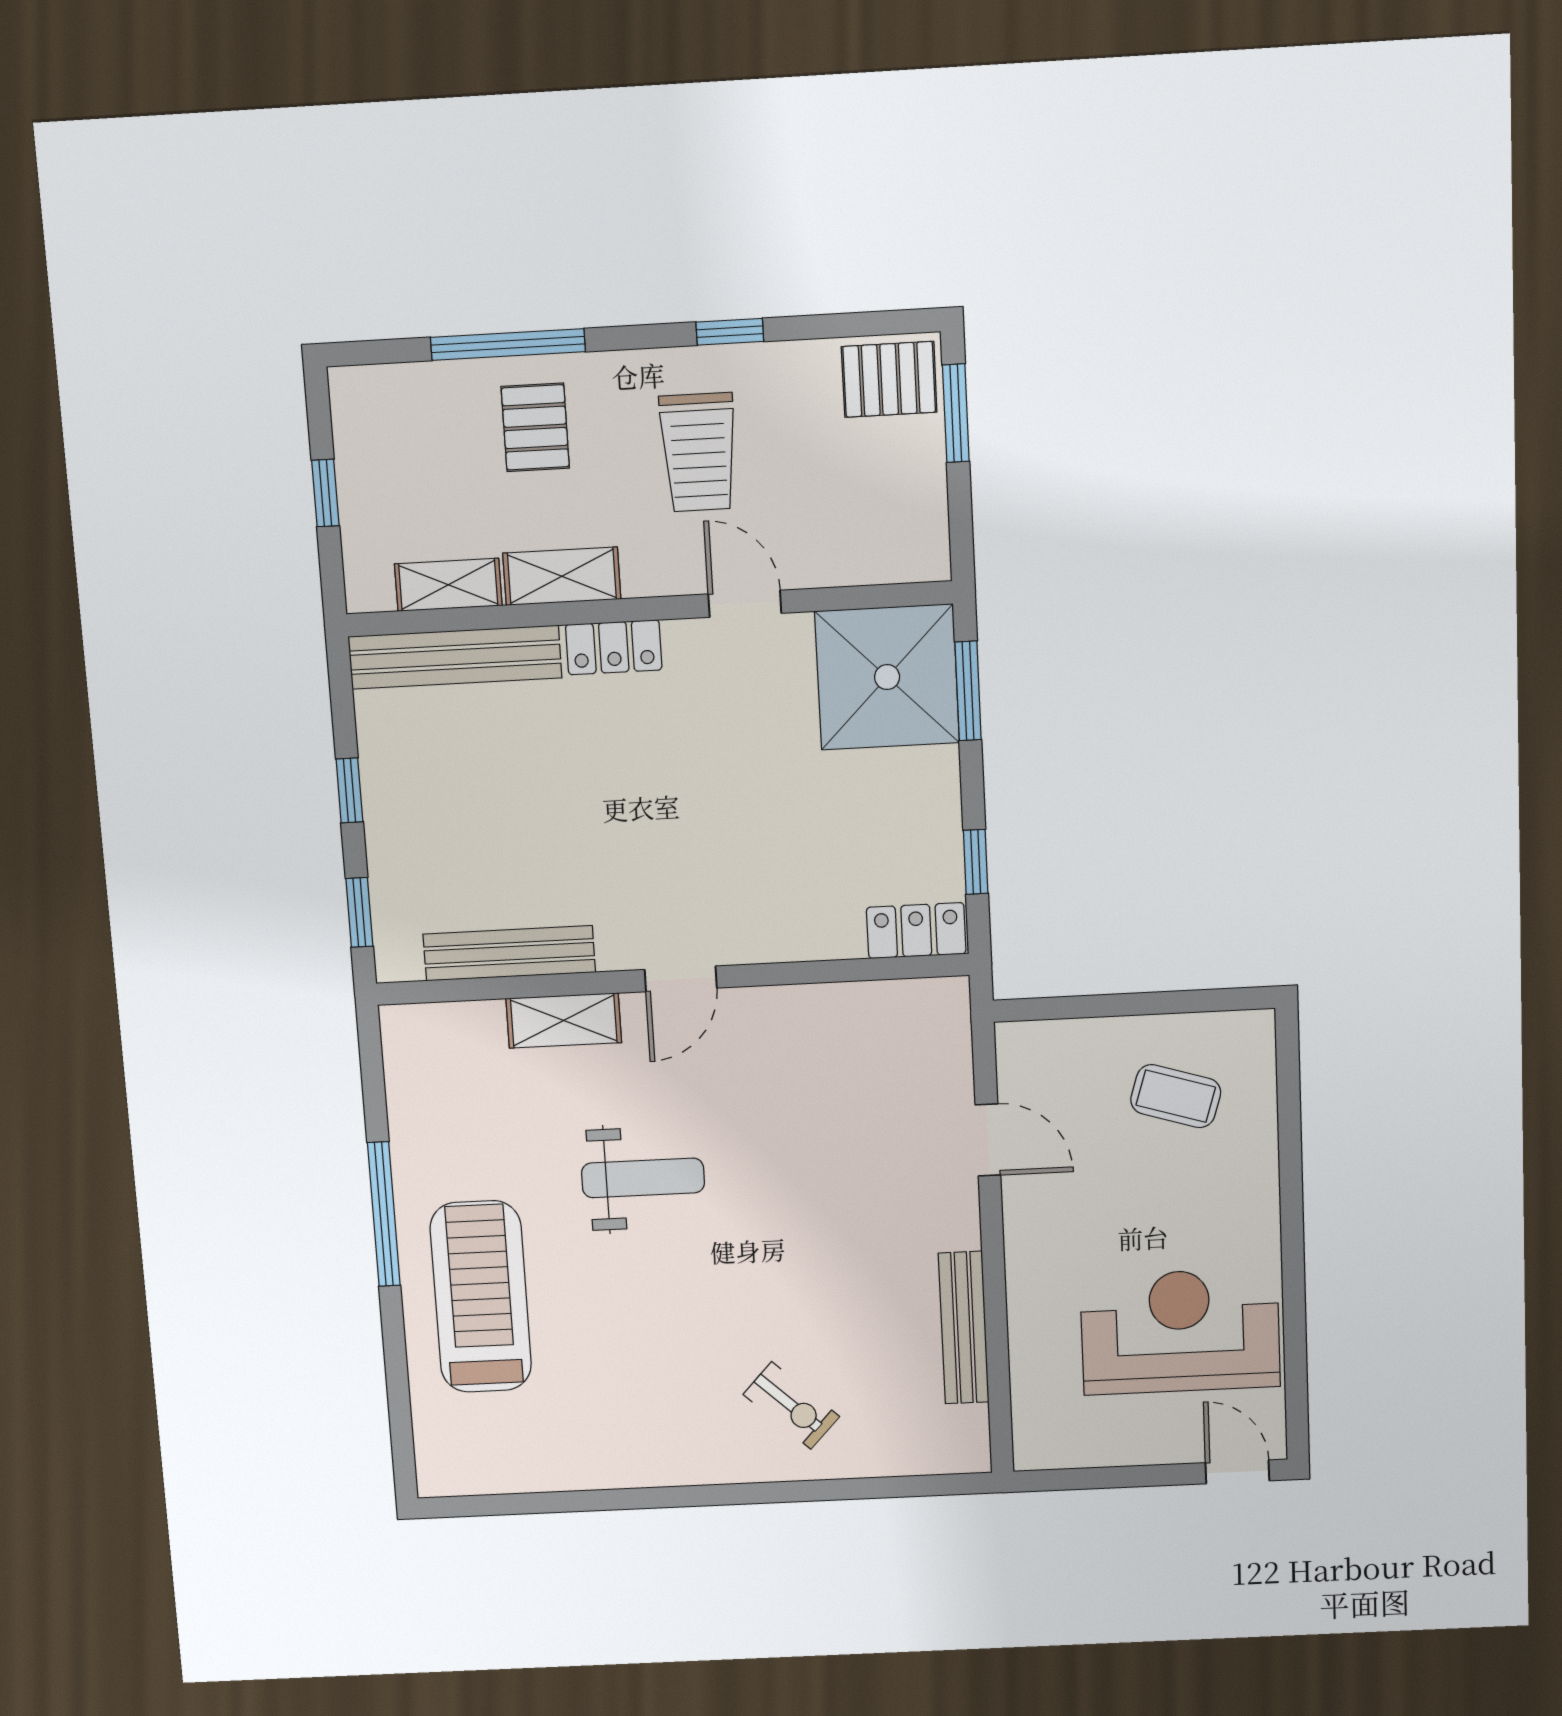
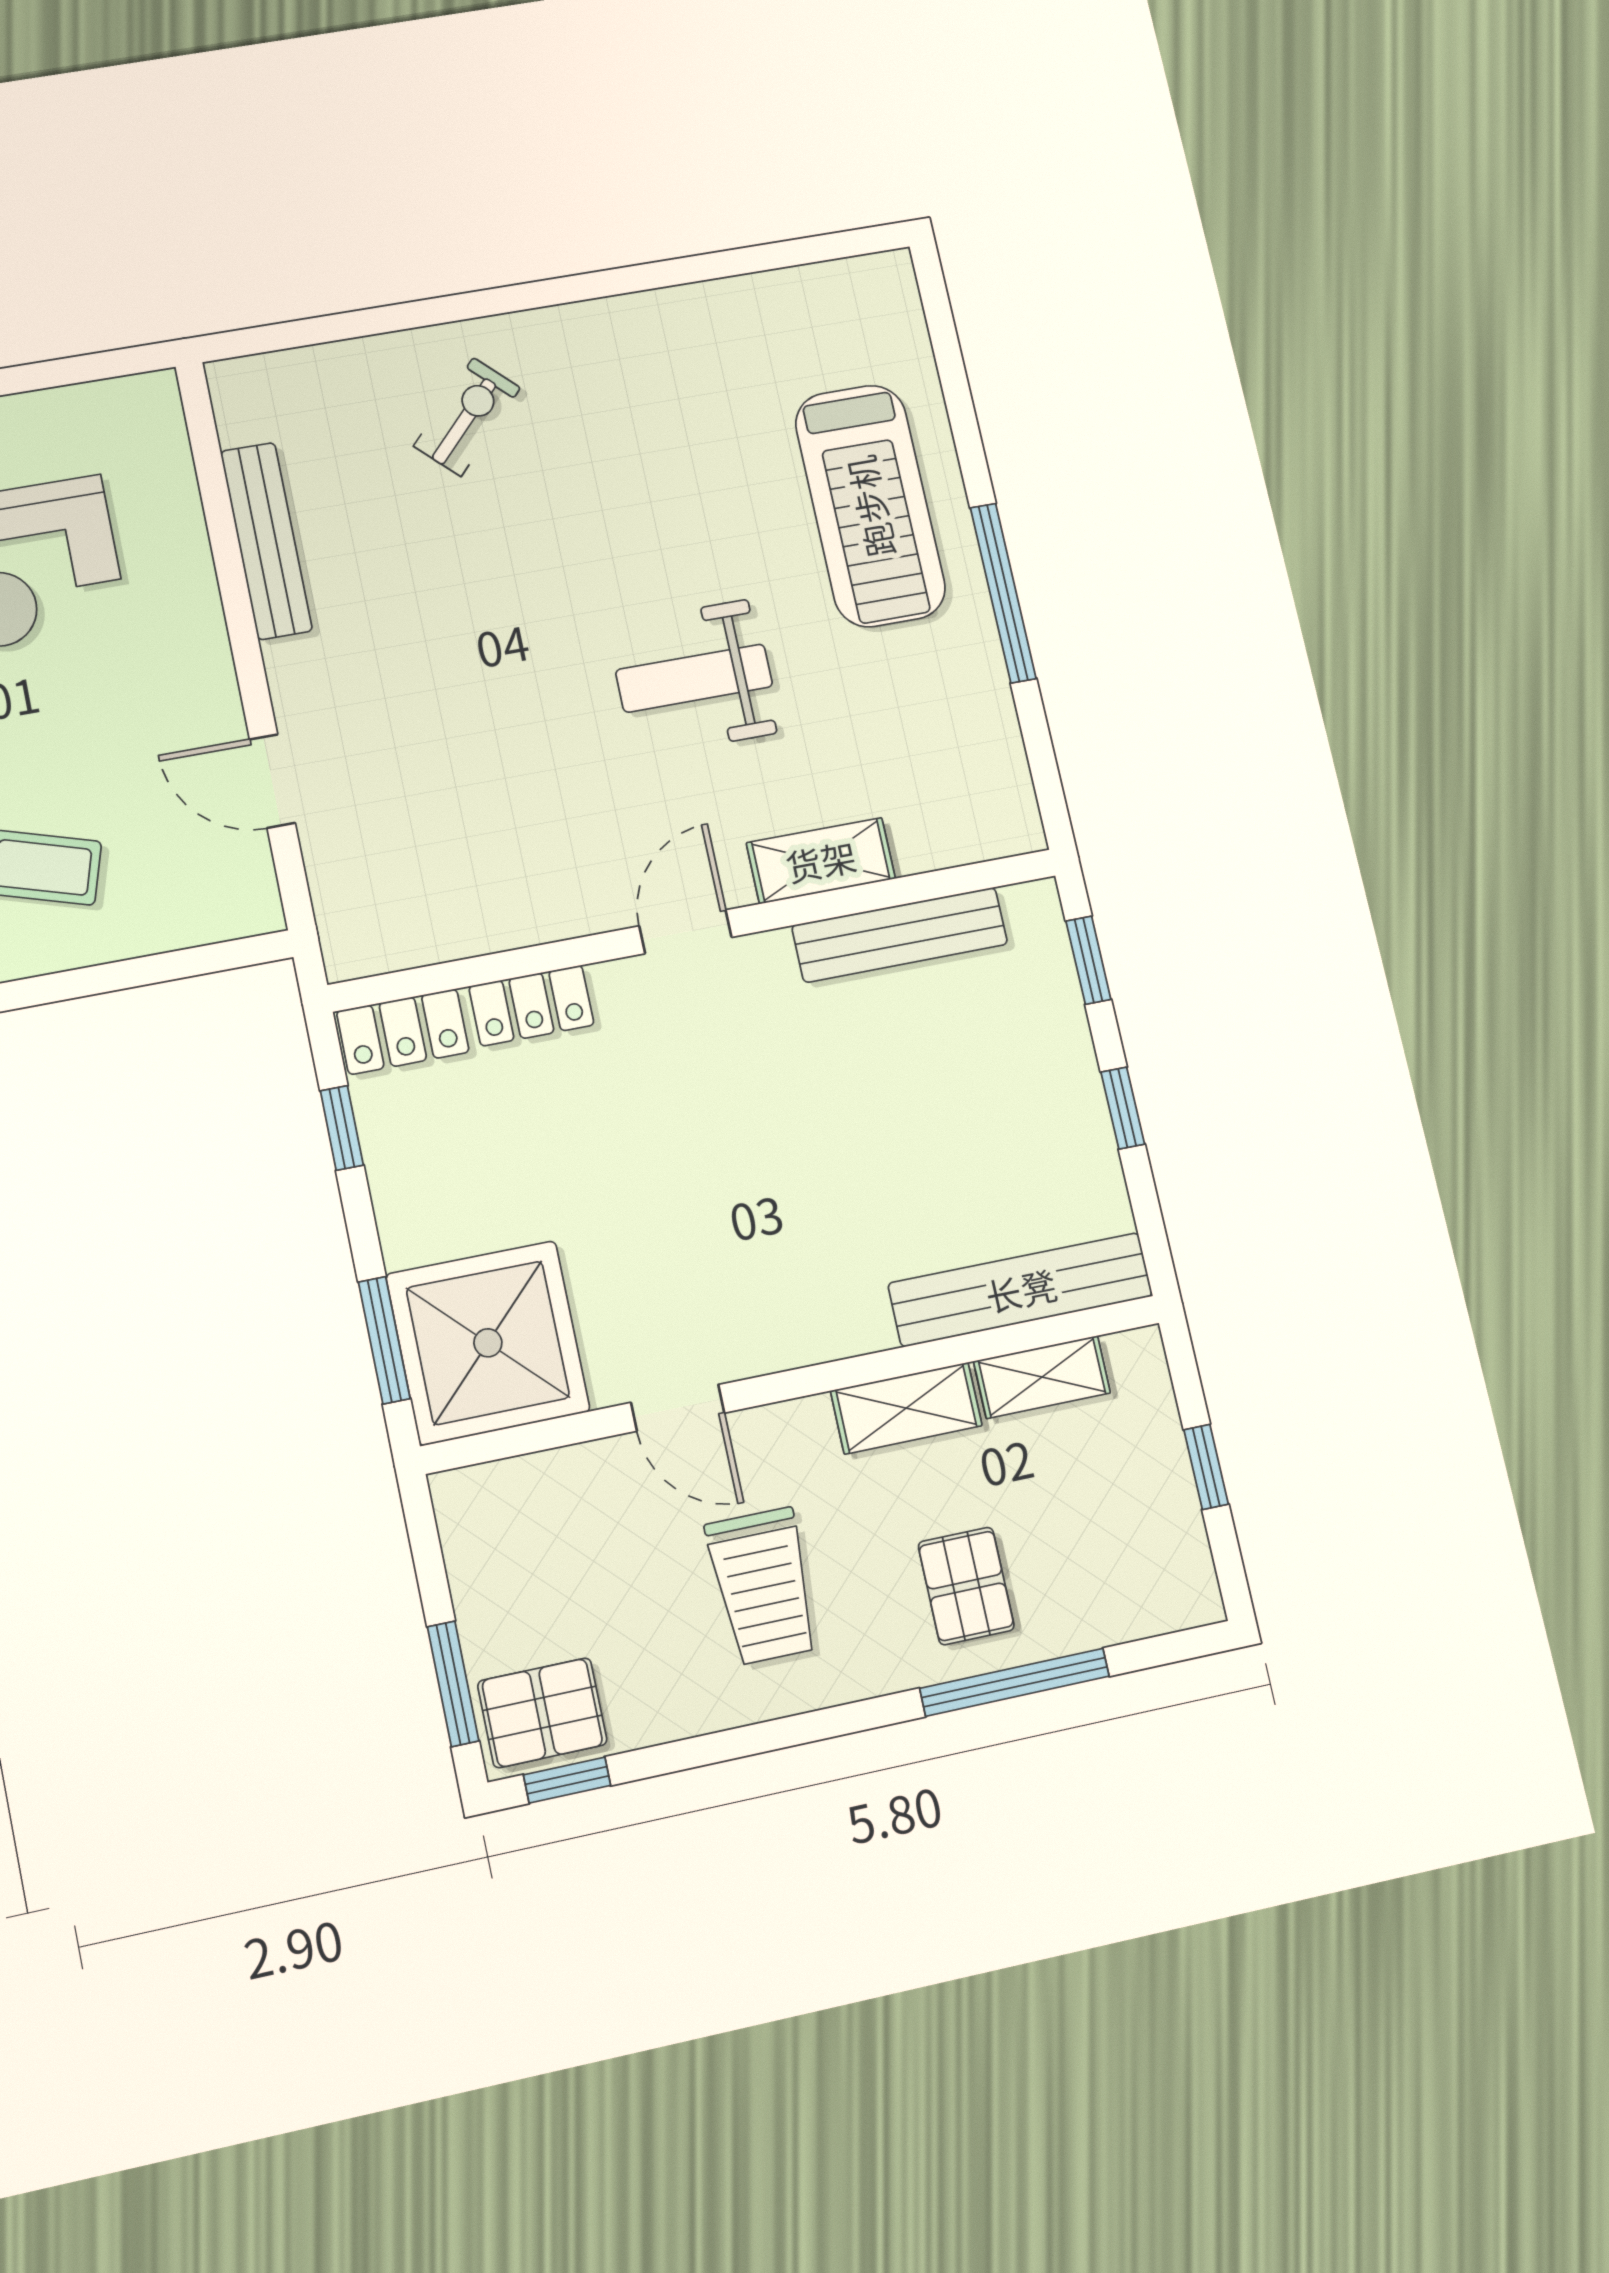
window: (730, 332) -> (567, 1780), moved
trolley: (699, 452) -> (763, 1586), turned 180
locker: (614, 647) -> (531, 1006), moved, turned 180
exercise bike: (791, 1405) -> (467, 417), turned 91

